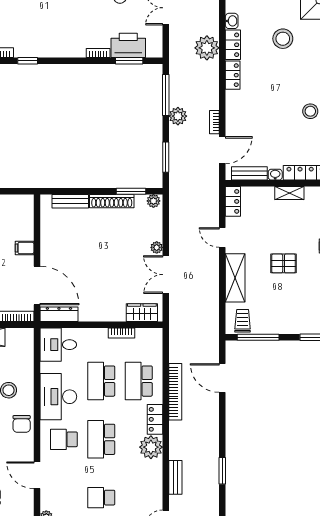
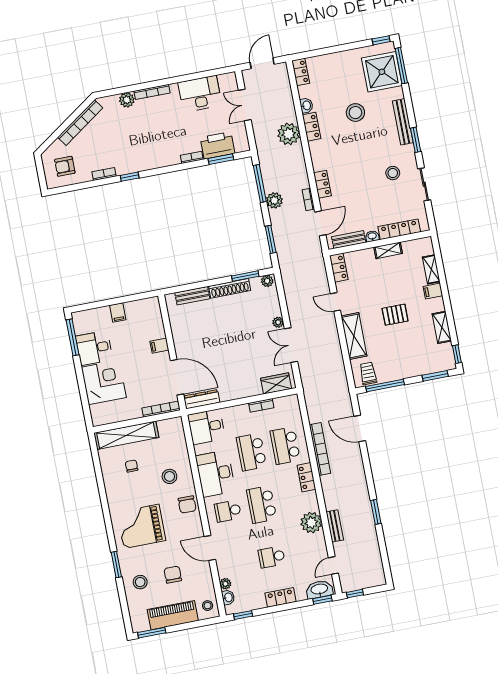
locker: (233, 75) -> (322, 184), moved
plant: (151, 447) -> (311, 523), moved

